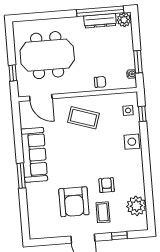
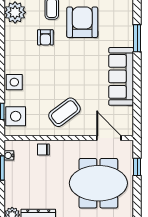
side table: (128, 110) -> (16, 116), width x1.87, depth x1.87
coffee table: (84, 118) -> (64, 112), turned -55
window: (21, 176) -> (137, 38), moved

